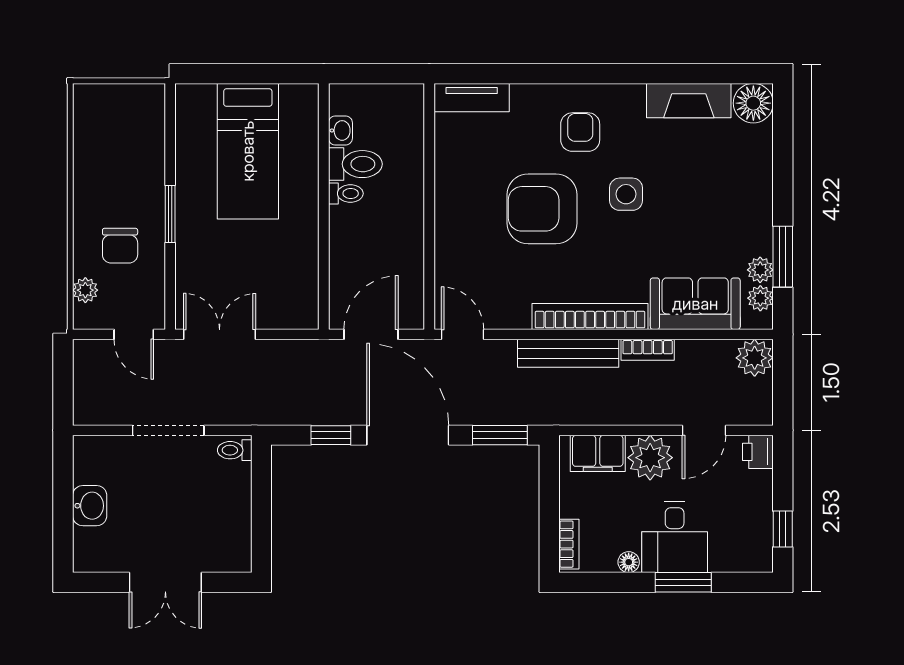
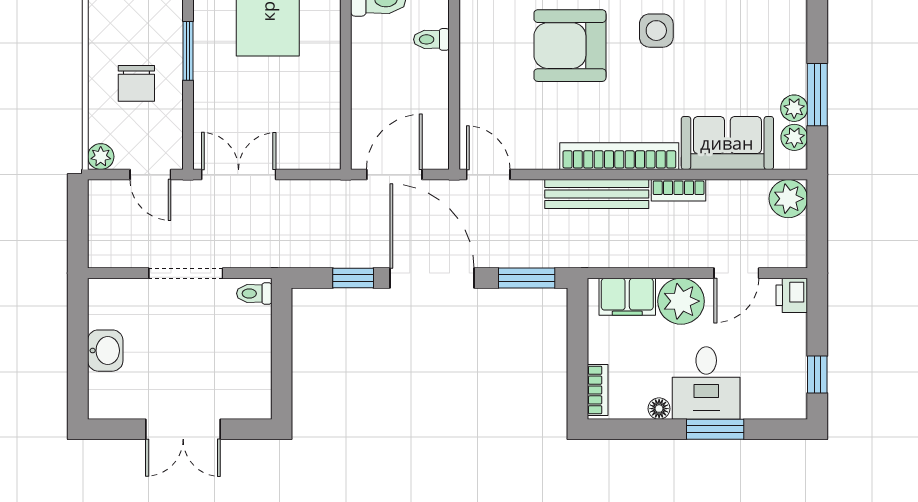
toilet: (346, 193) -> (431, 39), moved, turned 180
plant: (85, 290) -> (101, 157), moved

